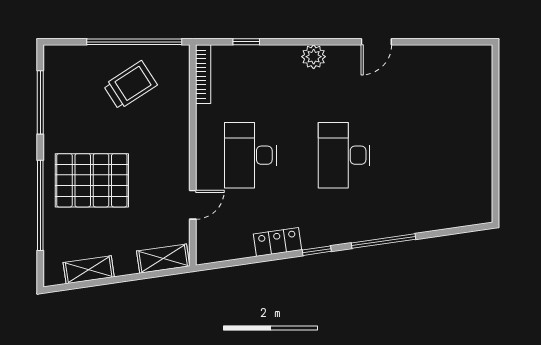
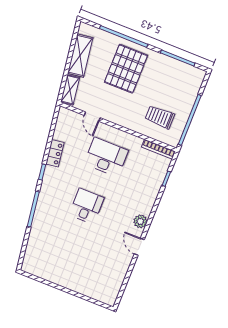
plant: (314, 57) -> (140, 221), moved
trolley: (130, 85) -> (160, 117), moved, turned 123
desk: (344, 155) -> (87, 206), width x0.73
shelving: (89, 270) -> (80, 56), width x1.50, depth x1.33

